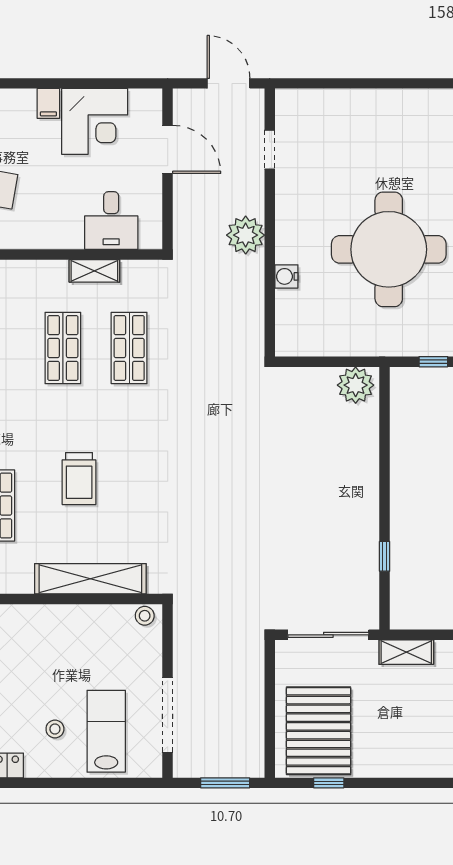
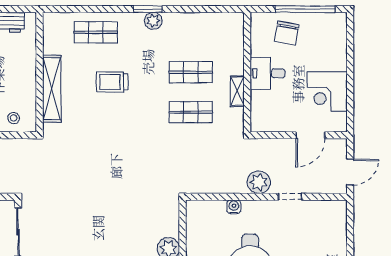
filing cabinet: (48, 103) -> (338, 63), removed
doorway: (270, 150) -> (290, 197), moved
desk: (111, 221) -> (268, 73), moved
stool: (145, 616) -> (14, 118), moved

